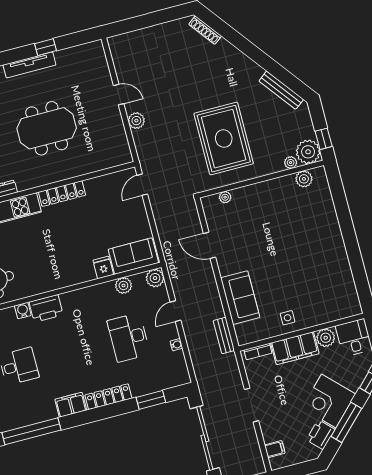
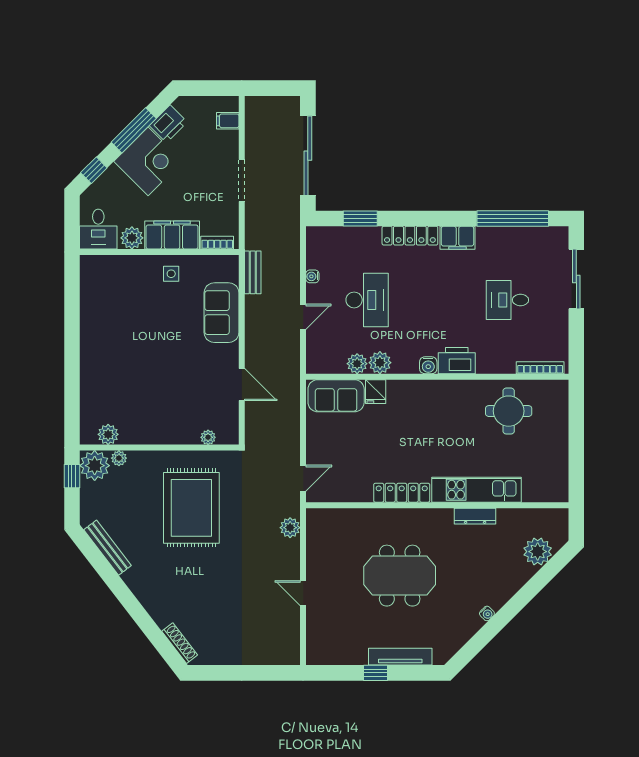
plant: (136, 121) -> (290, 528), moved
plant: (155, 278) -> (380, 363), moved
water cooler: (23, 311) -> (428, 365), moved

